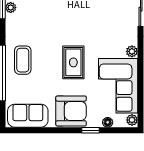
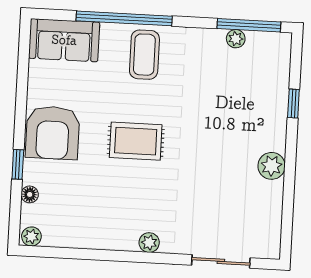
coffee table: (23, 60) -> (144, 55), turned 90
corner sofa: (118, 86) -> (91, 216), removed
sofa: (28, 116) -> (64, 40), moved, turned 90

